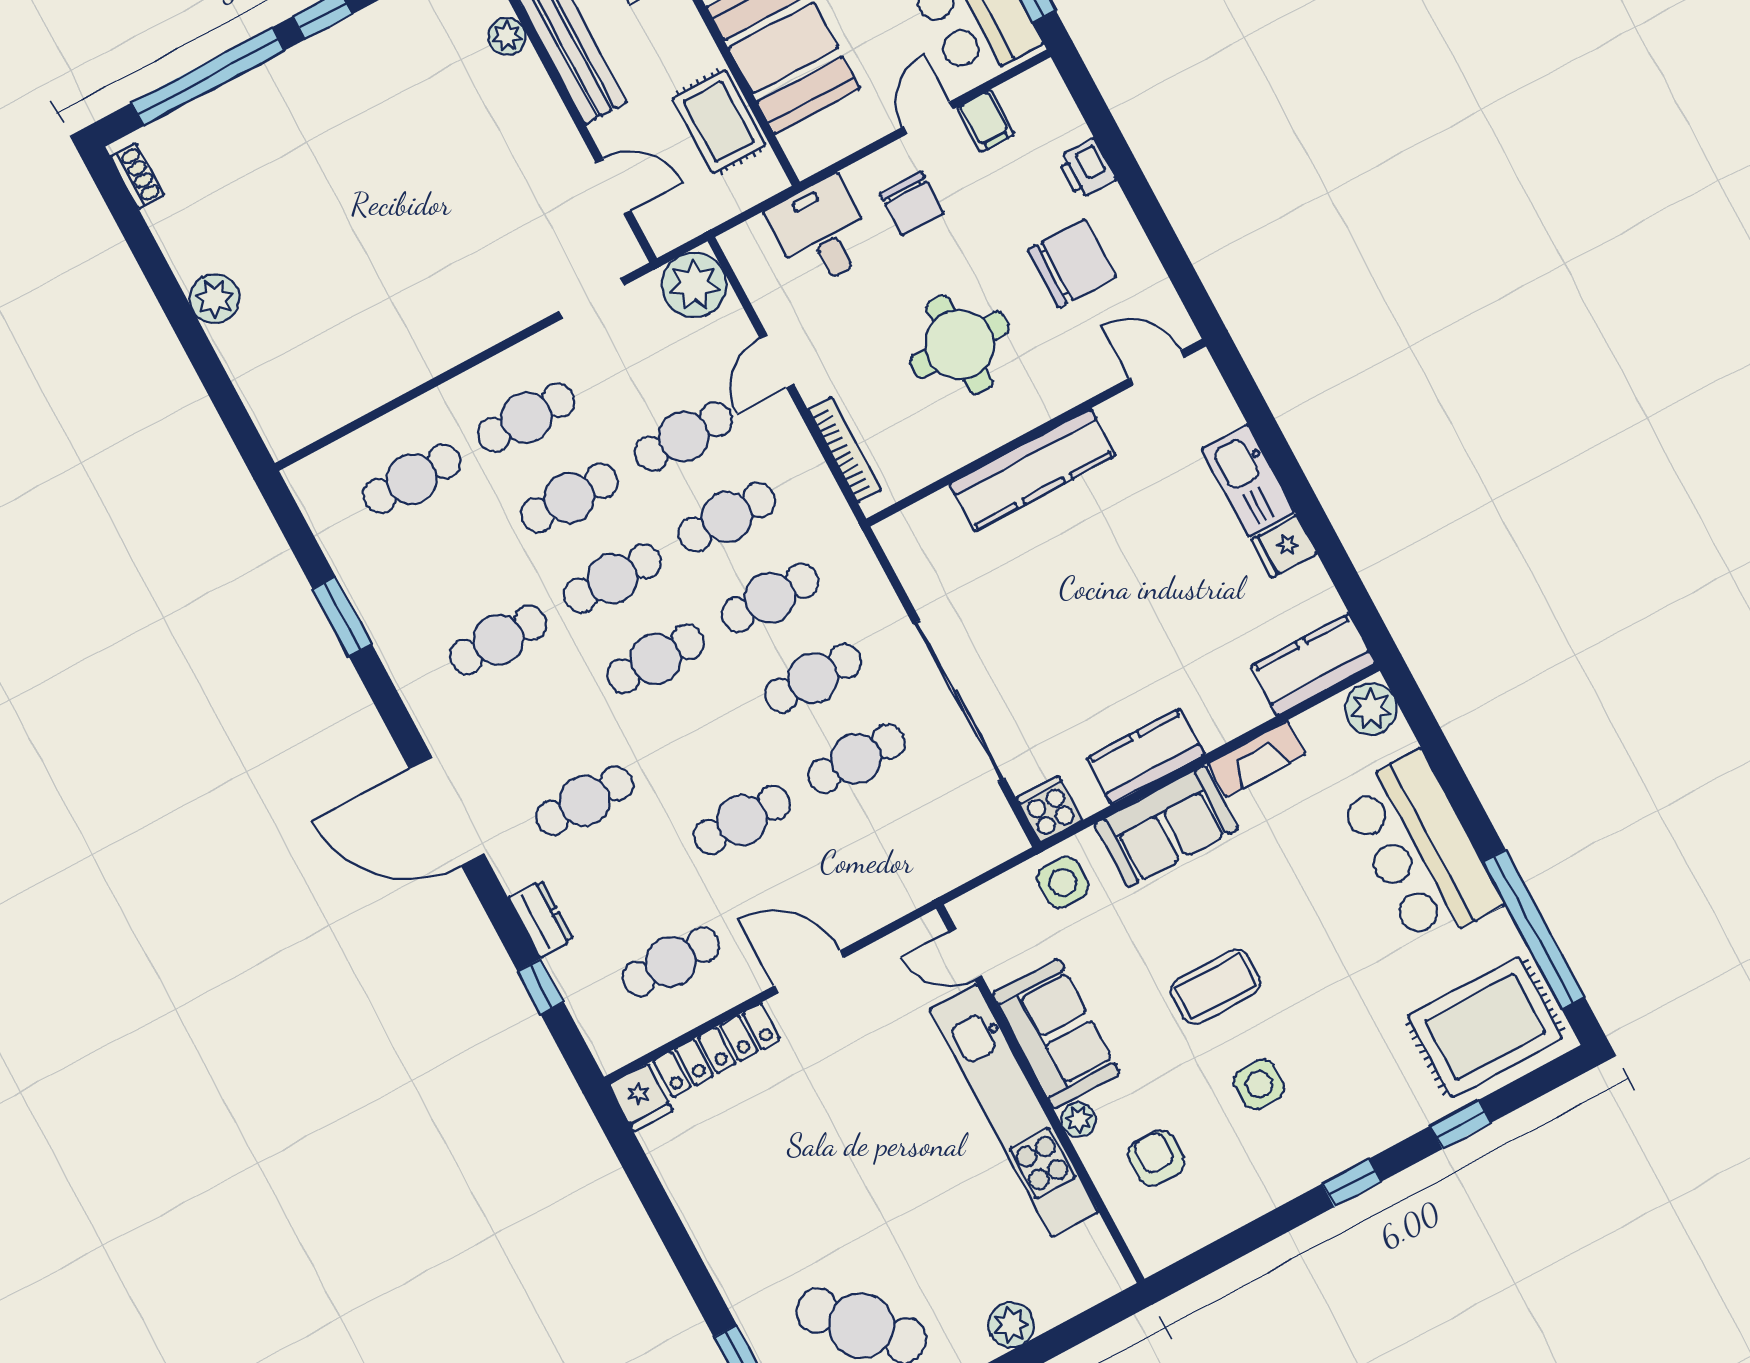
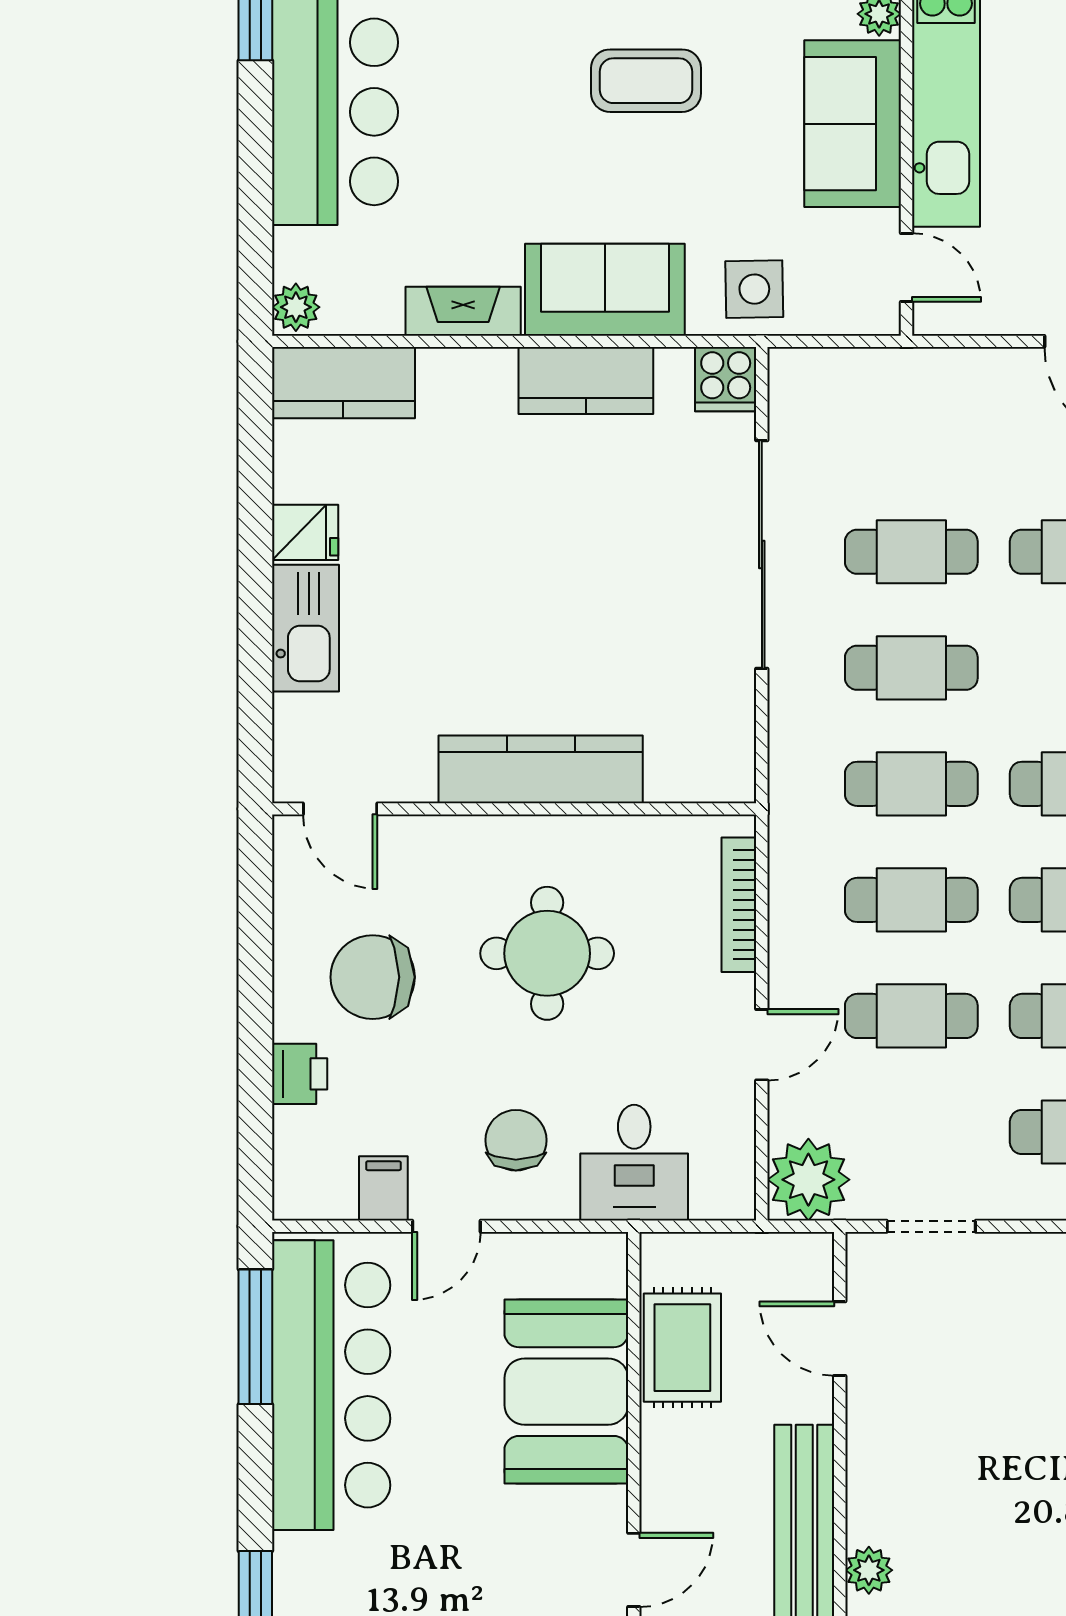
plant: (1371, 709) -> (296, 307), width x0.73, depth x0.73

